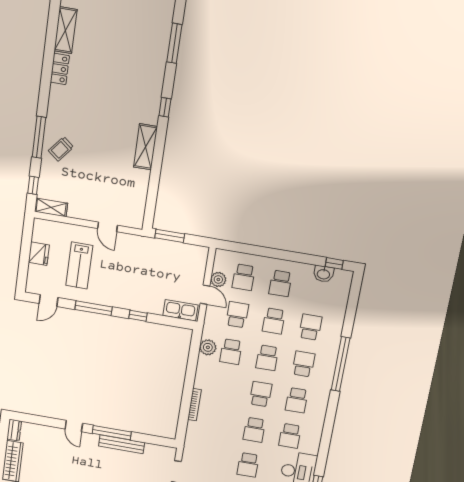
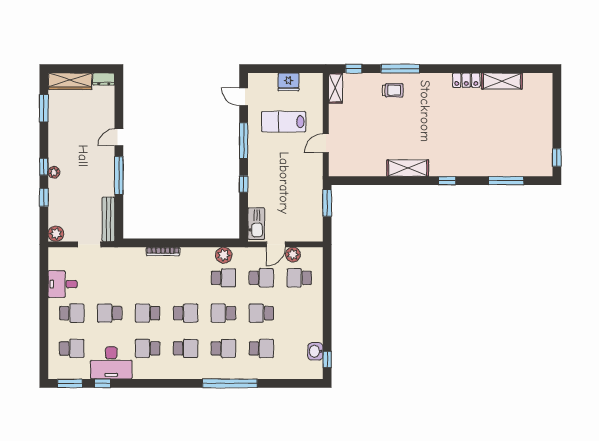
trolley: (61, 149) -> (393, 90), turned 141
school desk: (280, 283) -> (299, 313), removed
school desk: (231, 352) -> (223, 278), turned 180
school desk: (297, 400) -> (186, 348), turned 180
bench: (122, 444) -> (108, 219), moved

